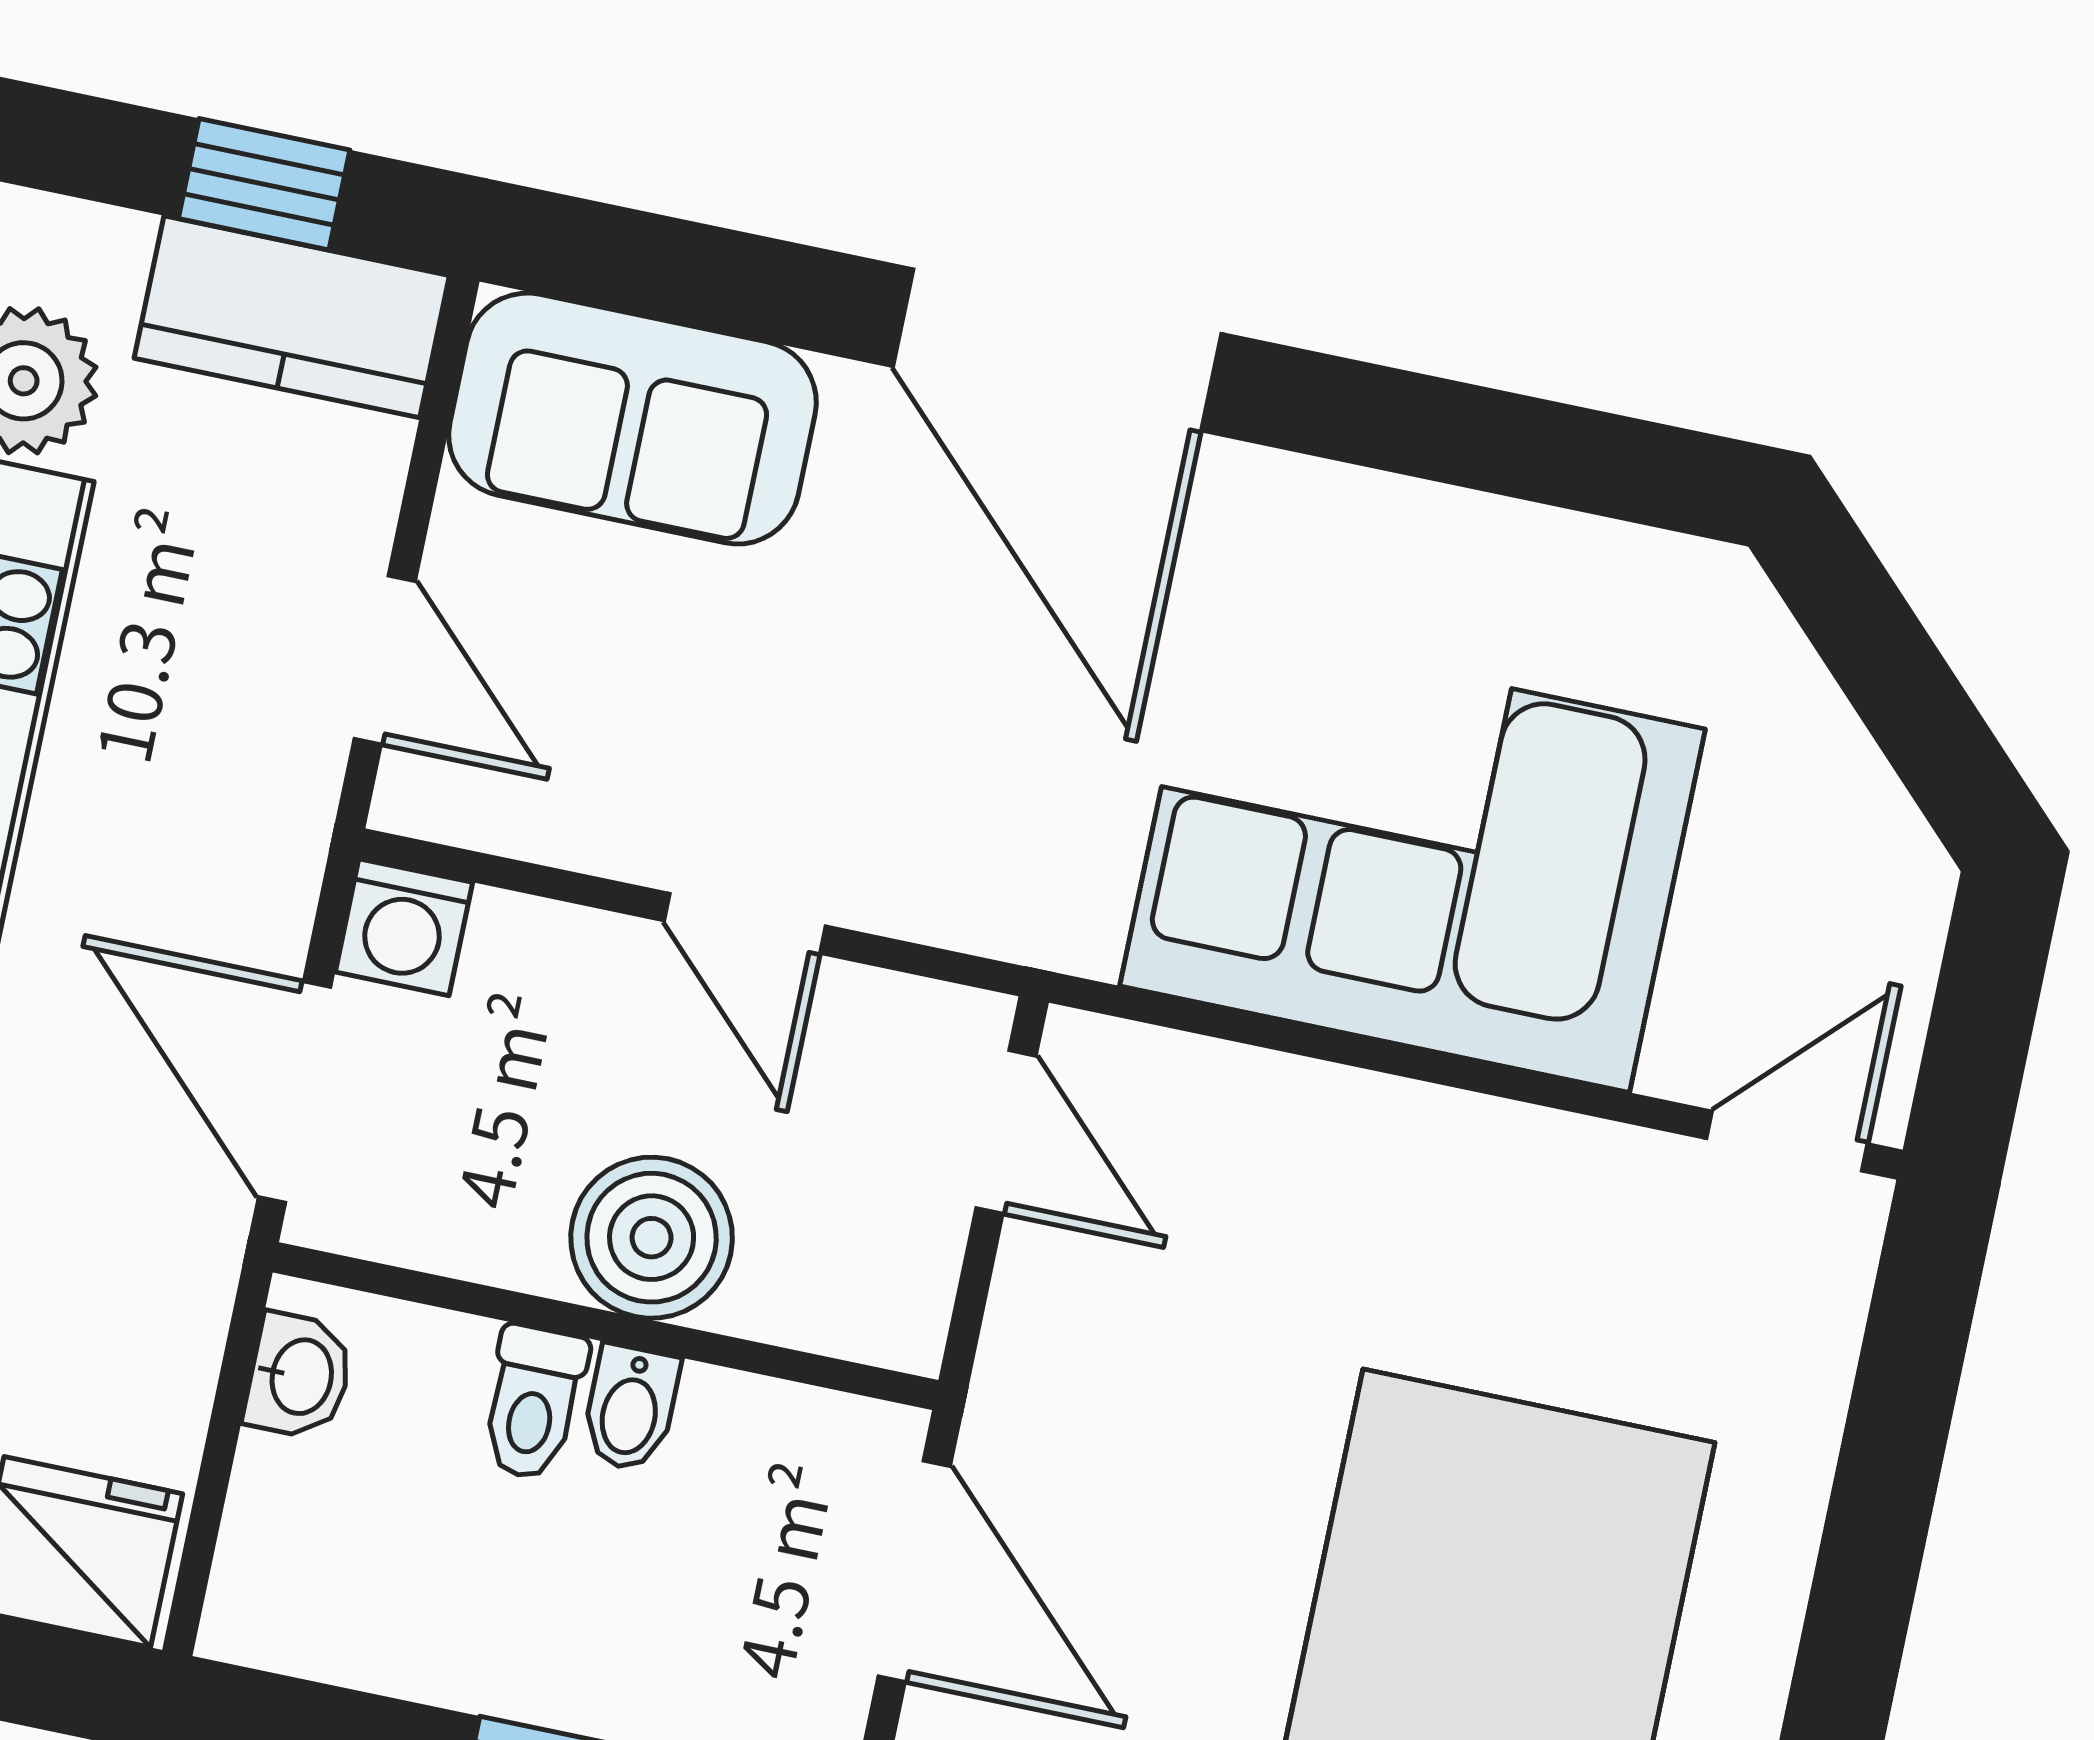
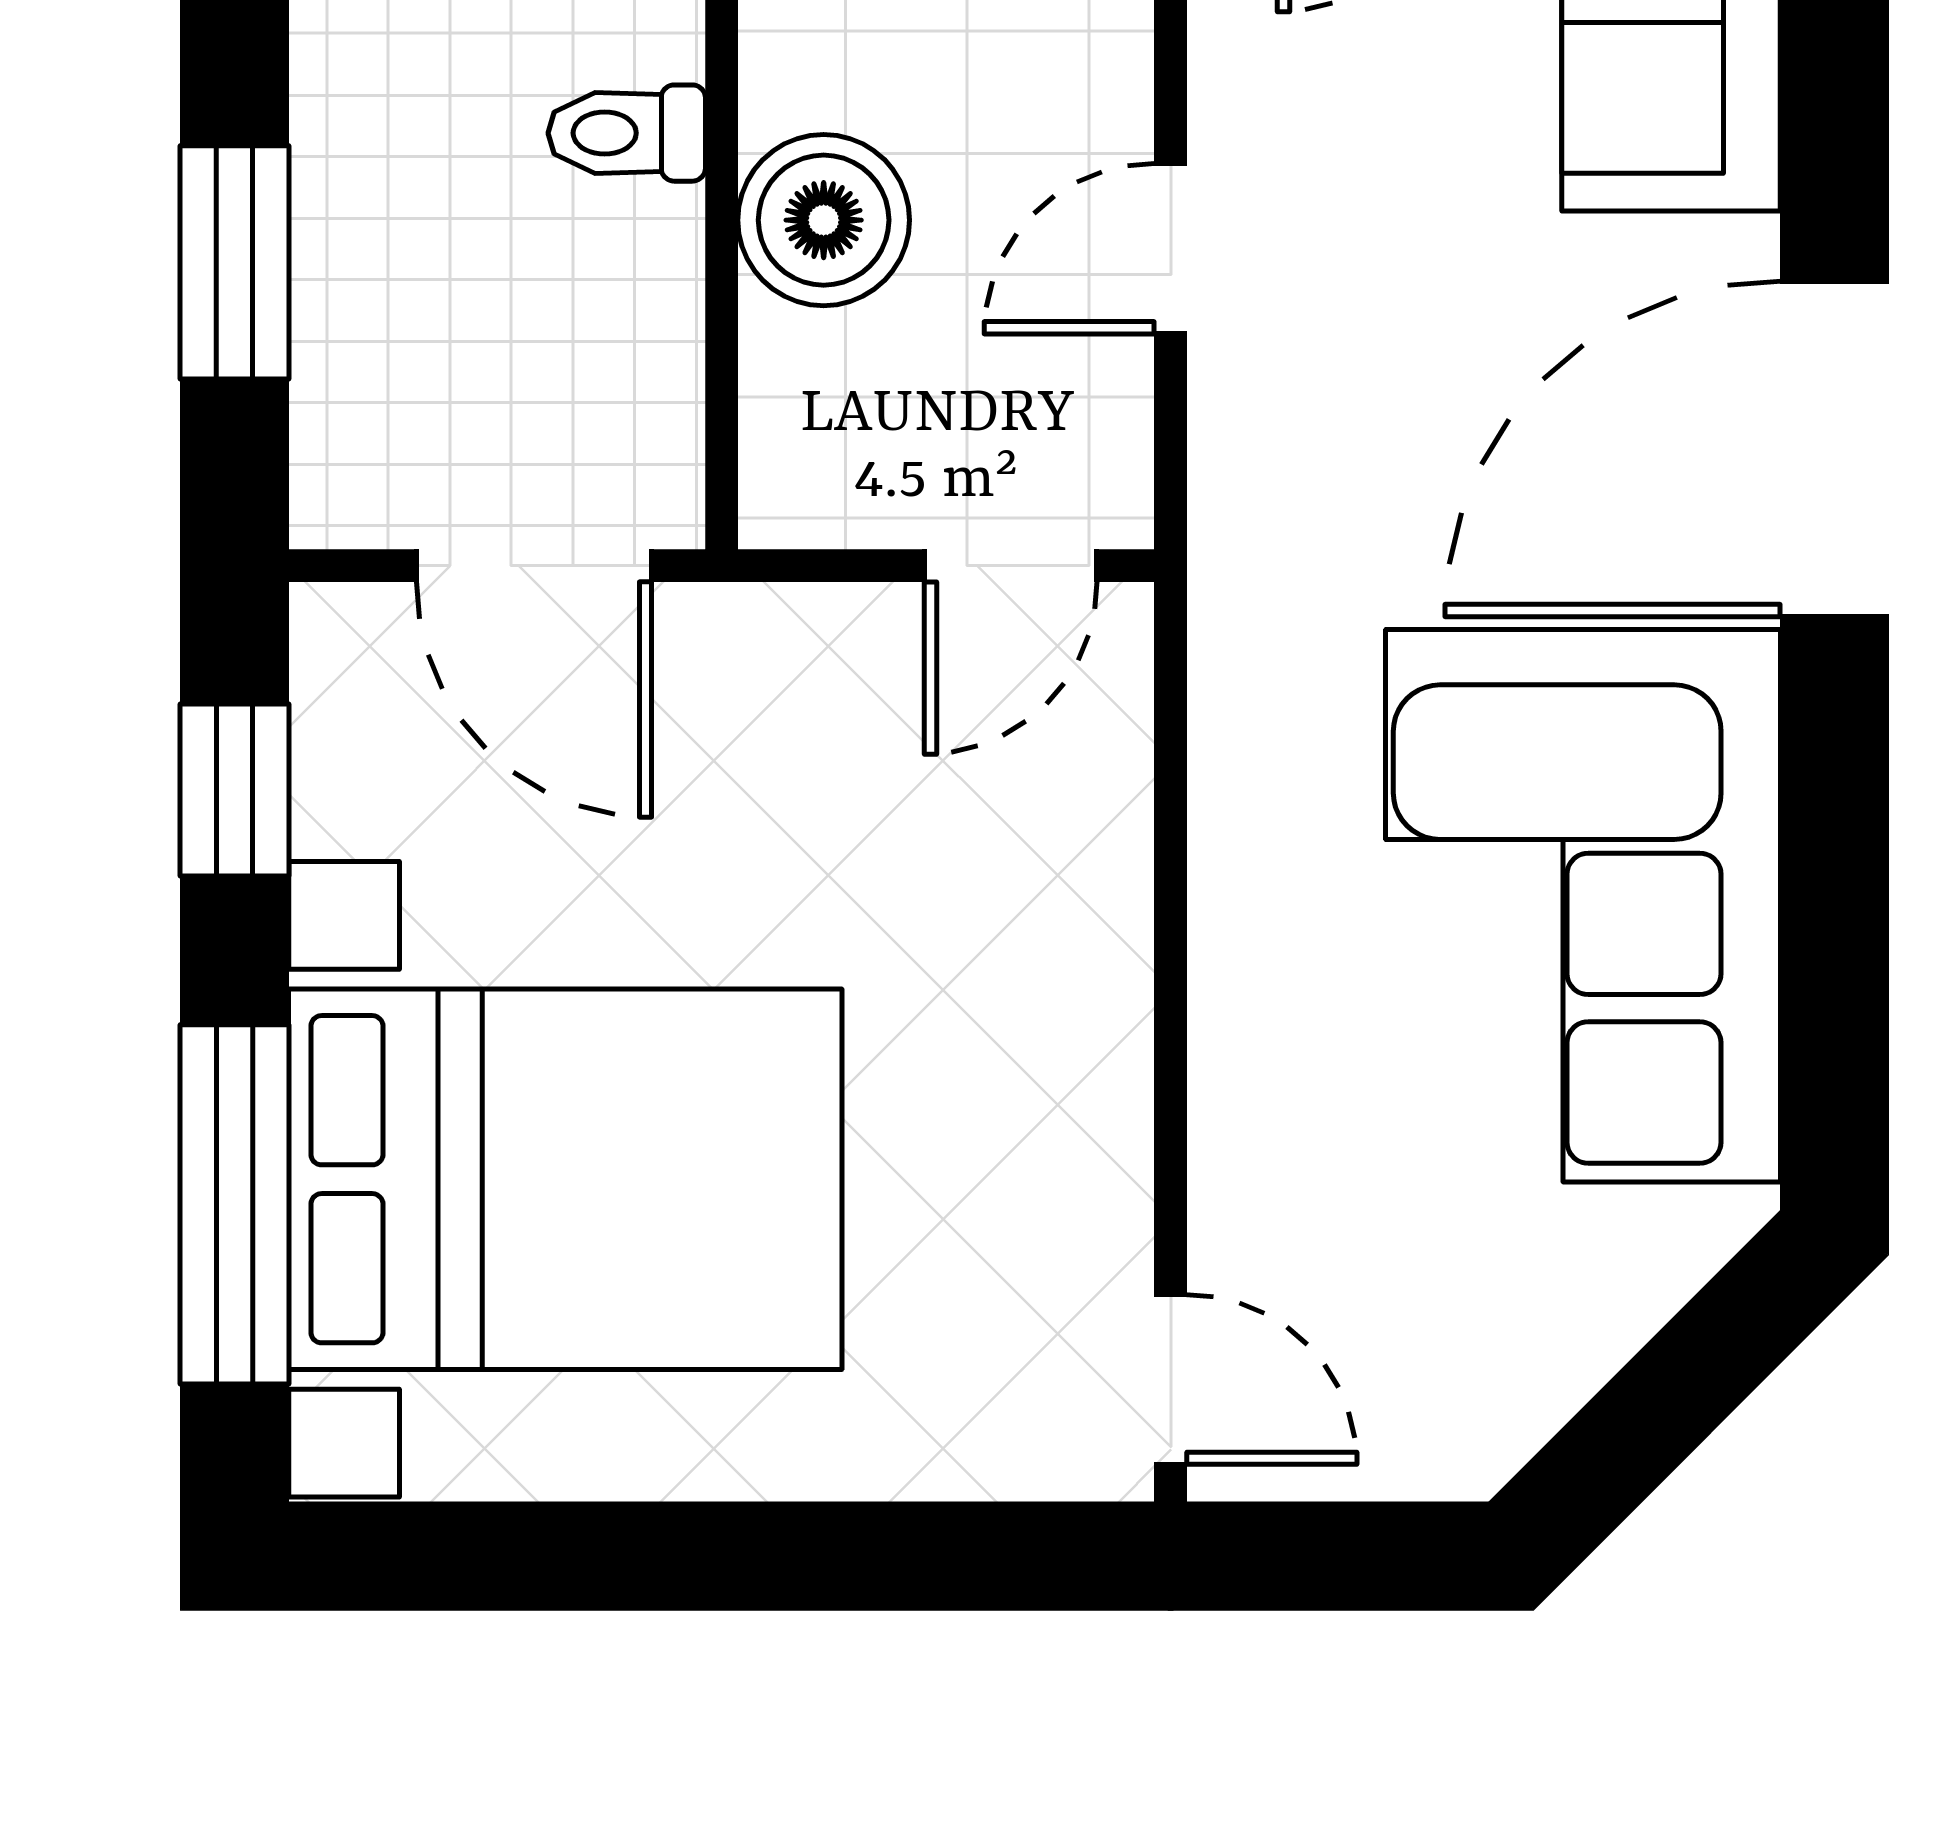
corner sofa: (1413, 857) -> (1583, 906), moved, turned 180
bidet: (630, 1408) -> (642, 235), removed
door: (914, 1571) -> (534, 566), hinge flipped

